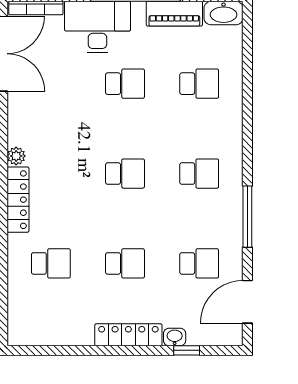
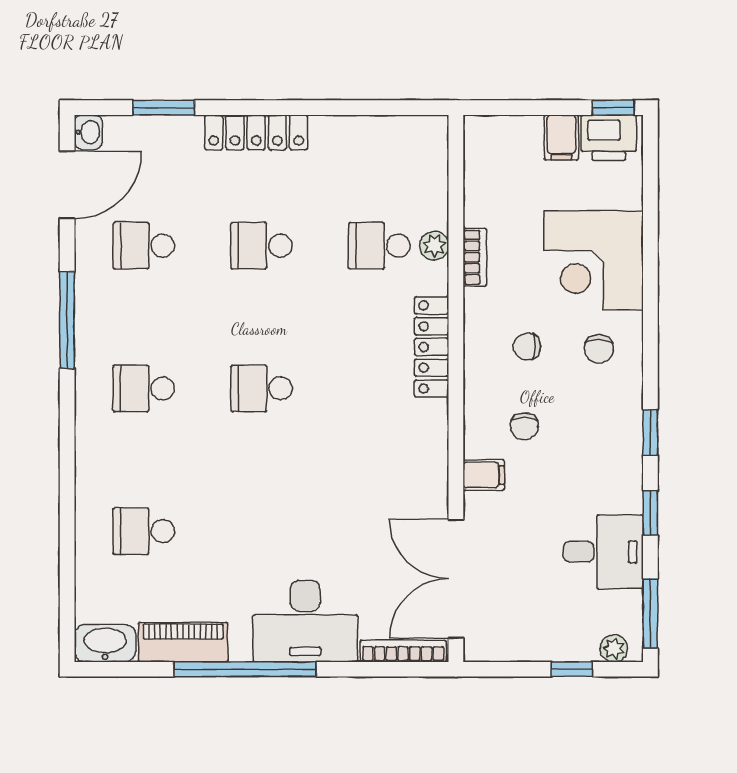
school desk: (125, 84) -> (262, 531), removed
plant: (16, 156) -> (434, 246), moved
washbasin: (175, 337) -> (88, 132), moved, turned -90
window: (187, 350) -> (164, 108), width x1.50

